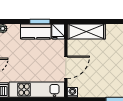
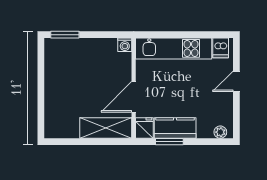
door: (66, 67) -> (134, 97), moved

